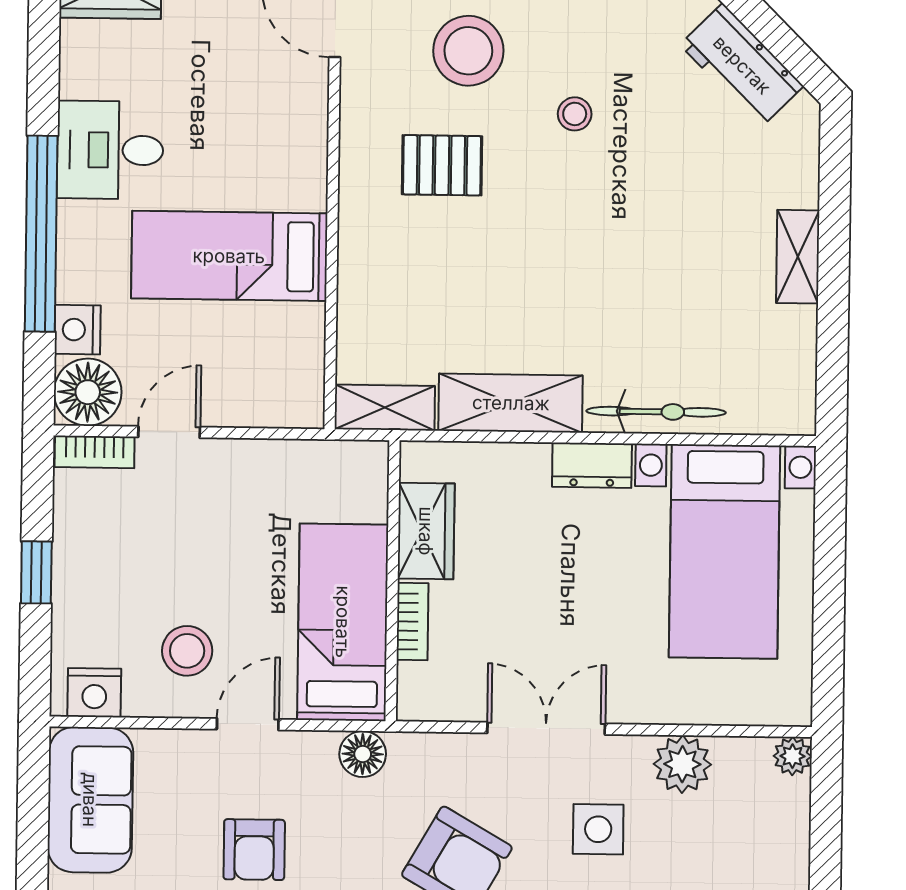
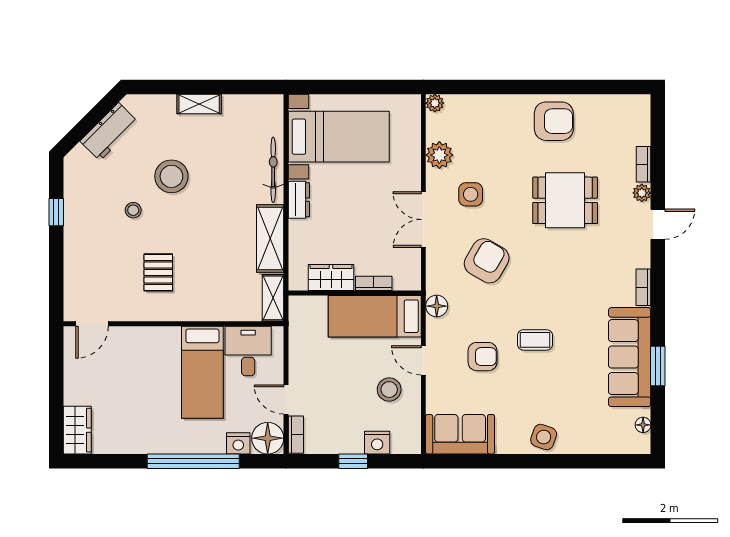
stool: (468, 51) -> (171, 176), moved
desk: (110, 150) -> (248, 351), moved, turned 180
nightstand: (94, 693) -> (377, 443), moved, turned 90

